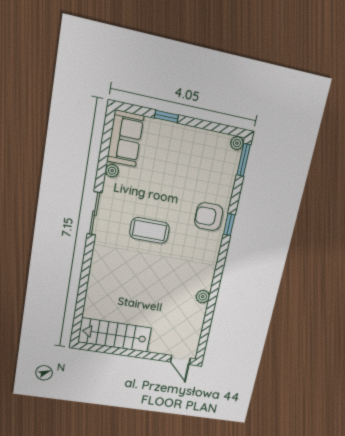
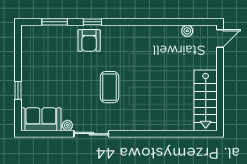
plant: (237, 143) -> (26, 30), removed
window: (244, 160) -> (55, 22), moved
sliding door: (95, 213) -> (91, 134), moved
plant: (203, 297) -> (187, 31), moved

